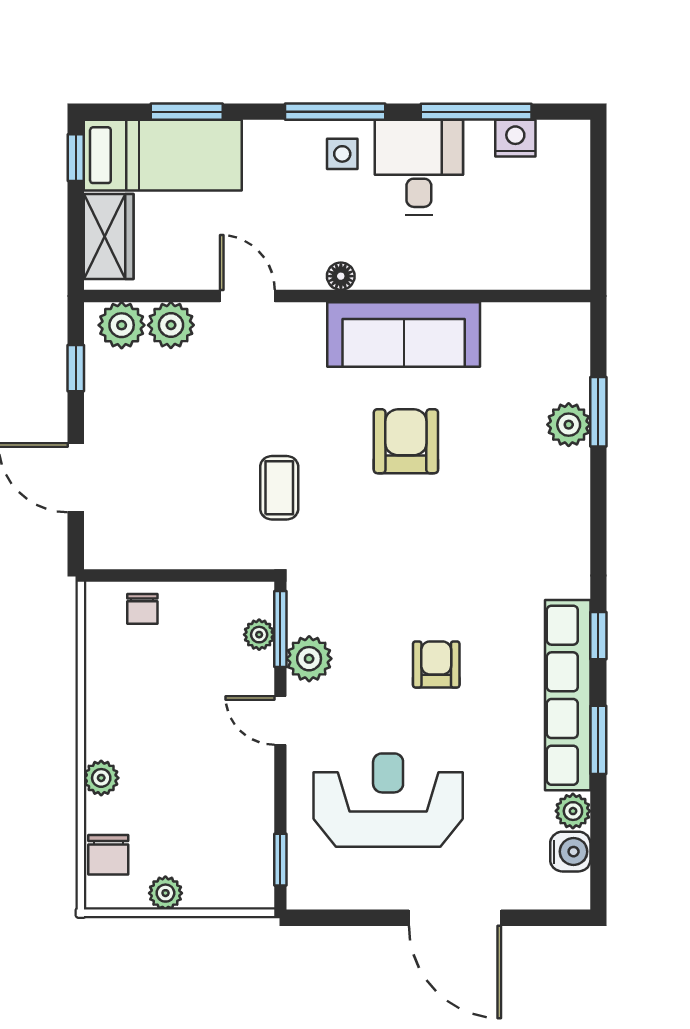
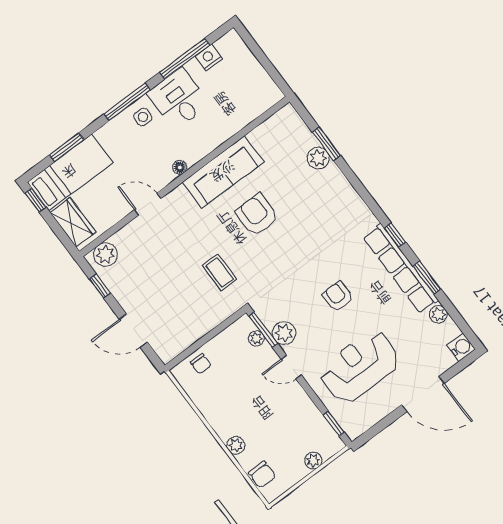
plant: (171, 325) -> (125, 239), removed
water cooler: (570, 852) -> (461, 347), moved
plant: (165, 893) -> (313, 461), moved

